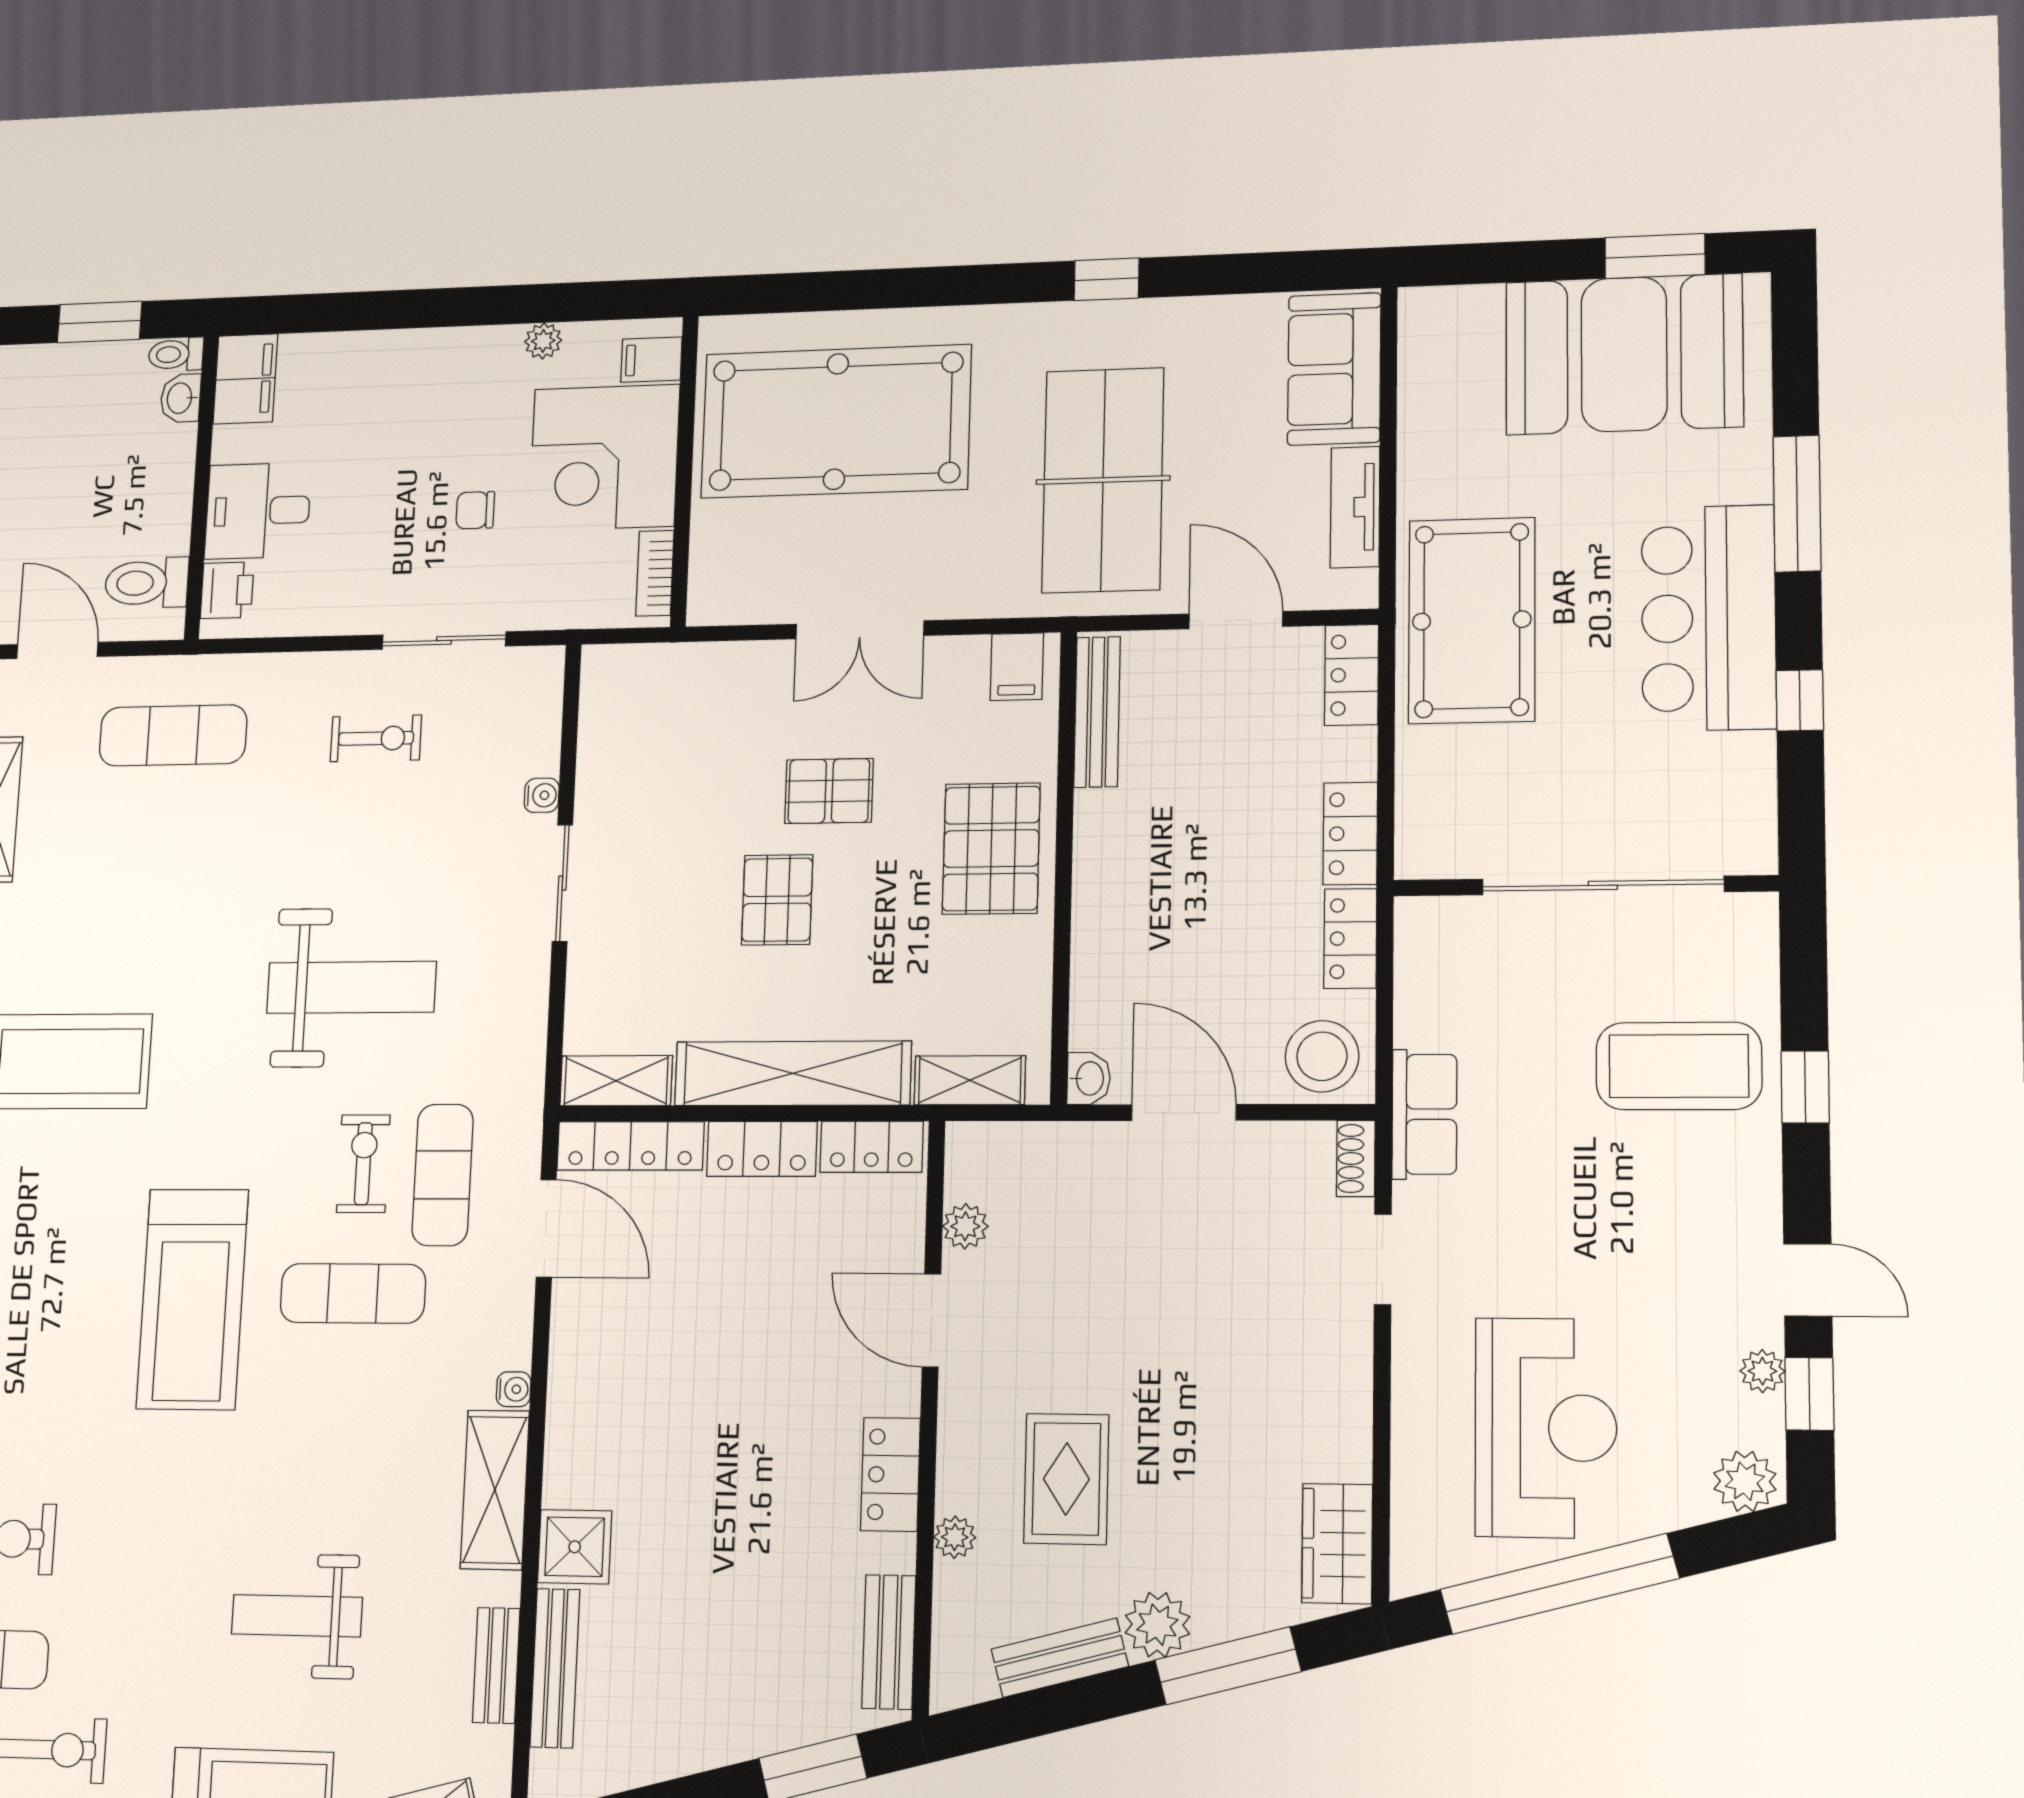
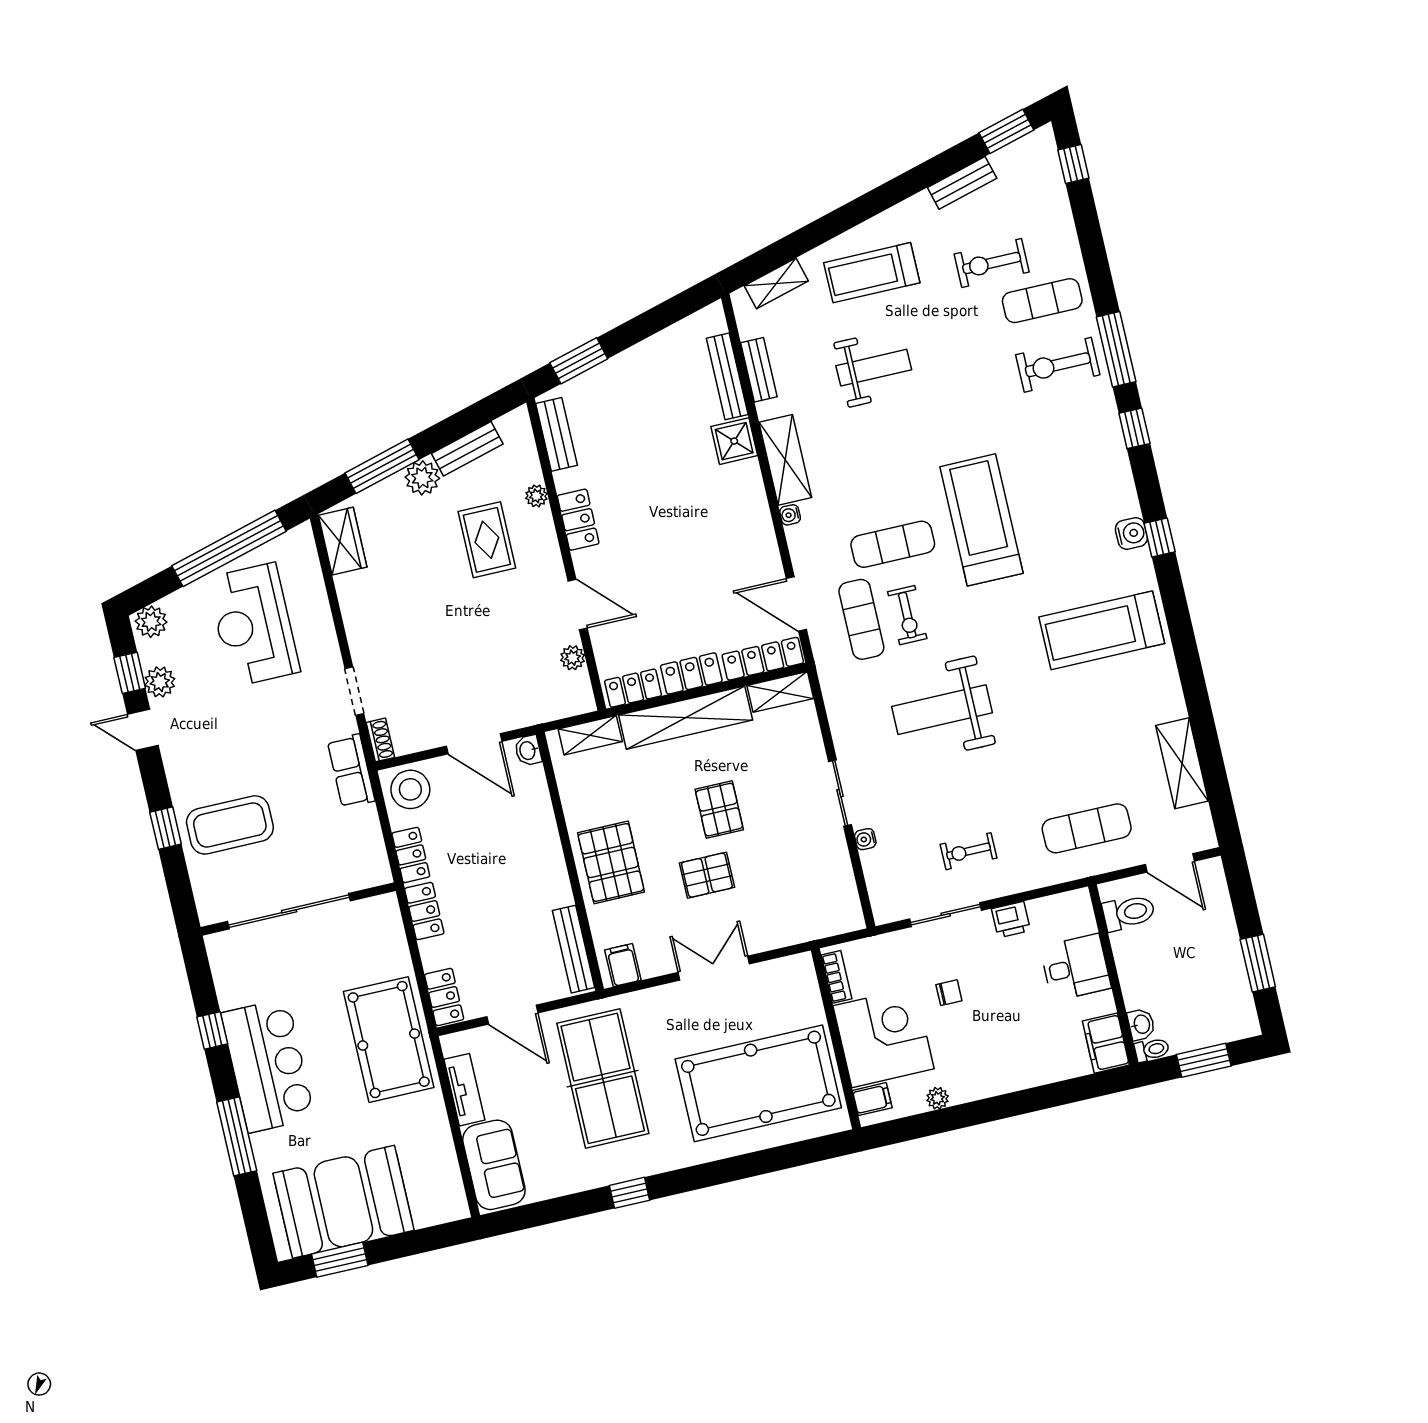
printer: (227, 590) -> (1011, 920), moved, turned -90
plant: (1762, 1371) -> (160, 682), width x1.38, depth x1.38

